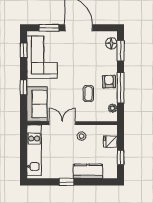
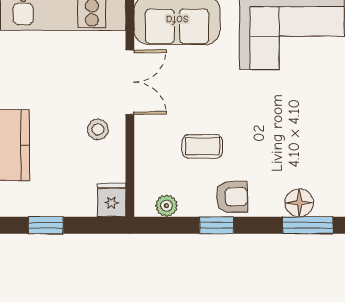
floor lamp: (111, 43) -> (299, 203), moved
window: (121, 88) -> (217, 225), width x0.46
fridge: (110, 142) -> (112, 200), moved

